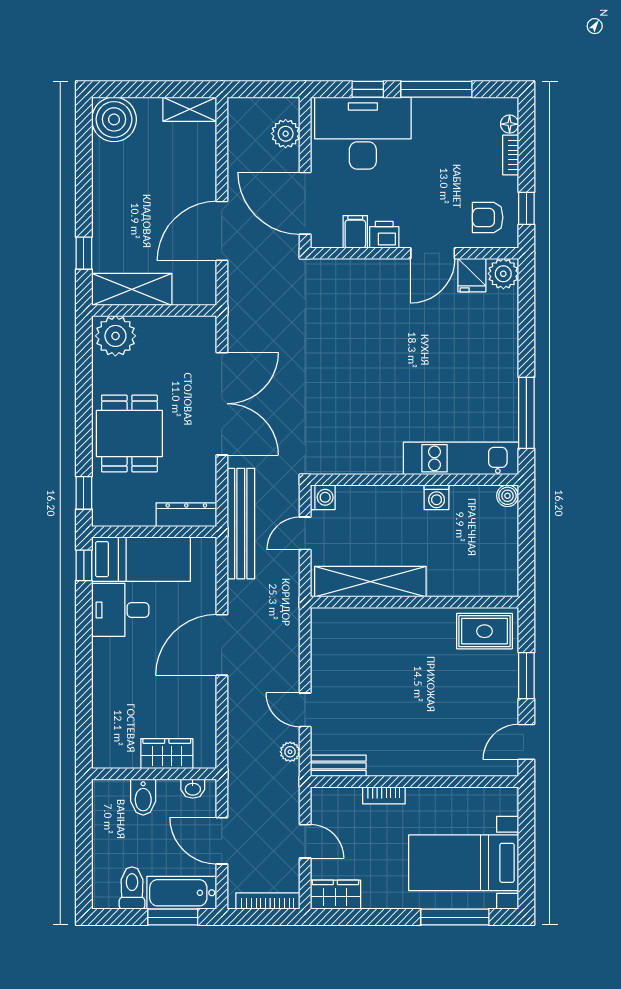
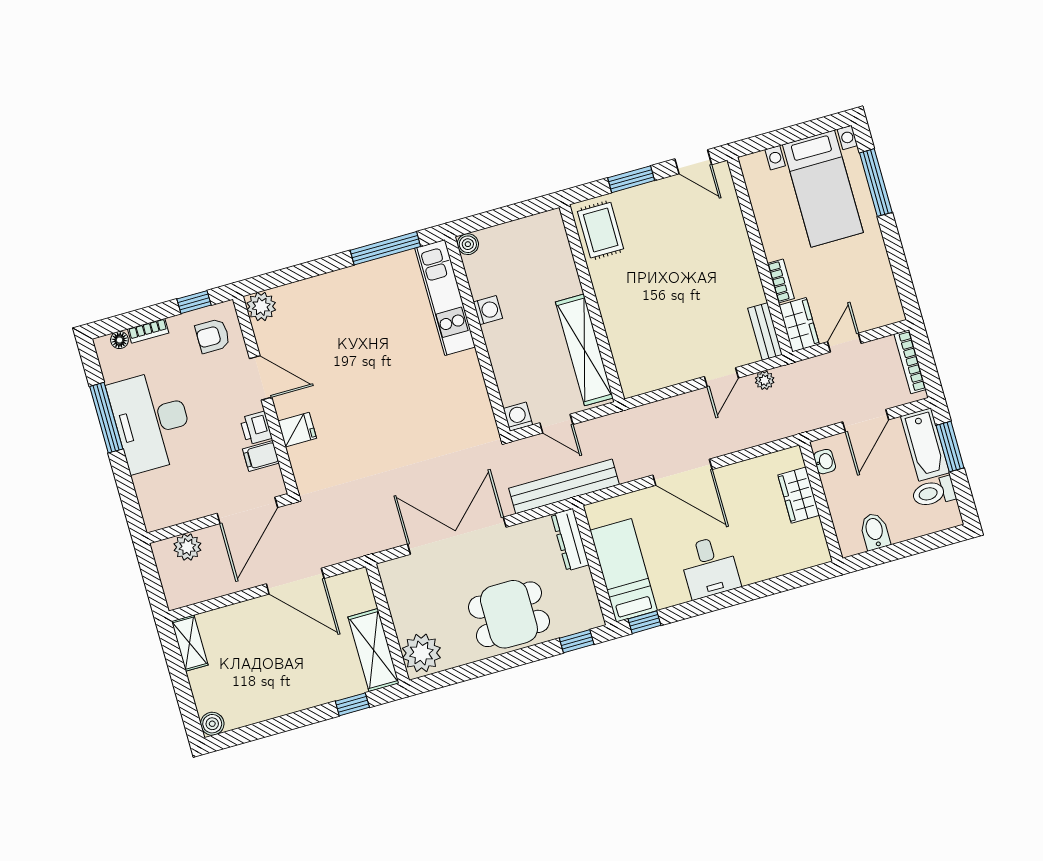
window: (368, 89) -> (124, 482), removed
boiler: (114, 119) -> (212, 724), width x0.54, depth x0.54
desk: (363, 133) -> (151, 421), moved
armchair: (488, 217) -> (213, 336), turned 90
fridge: (472, 275) -> (297, 430), moved
desk: (120, 610) -> (710, 567), moved
bidet: (143, 797) -> (875, 531), moved, turned -90
wardrobe: (335, 895) -> (799, 325), moved, turned 180

